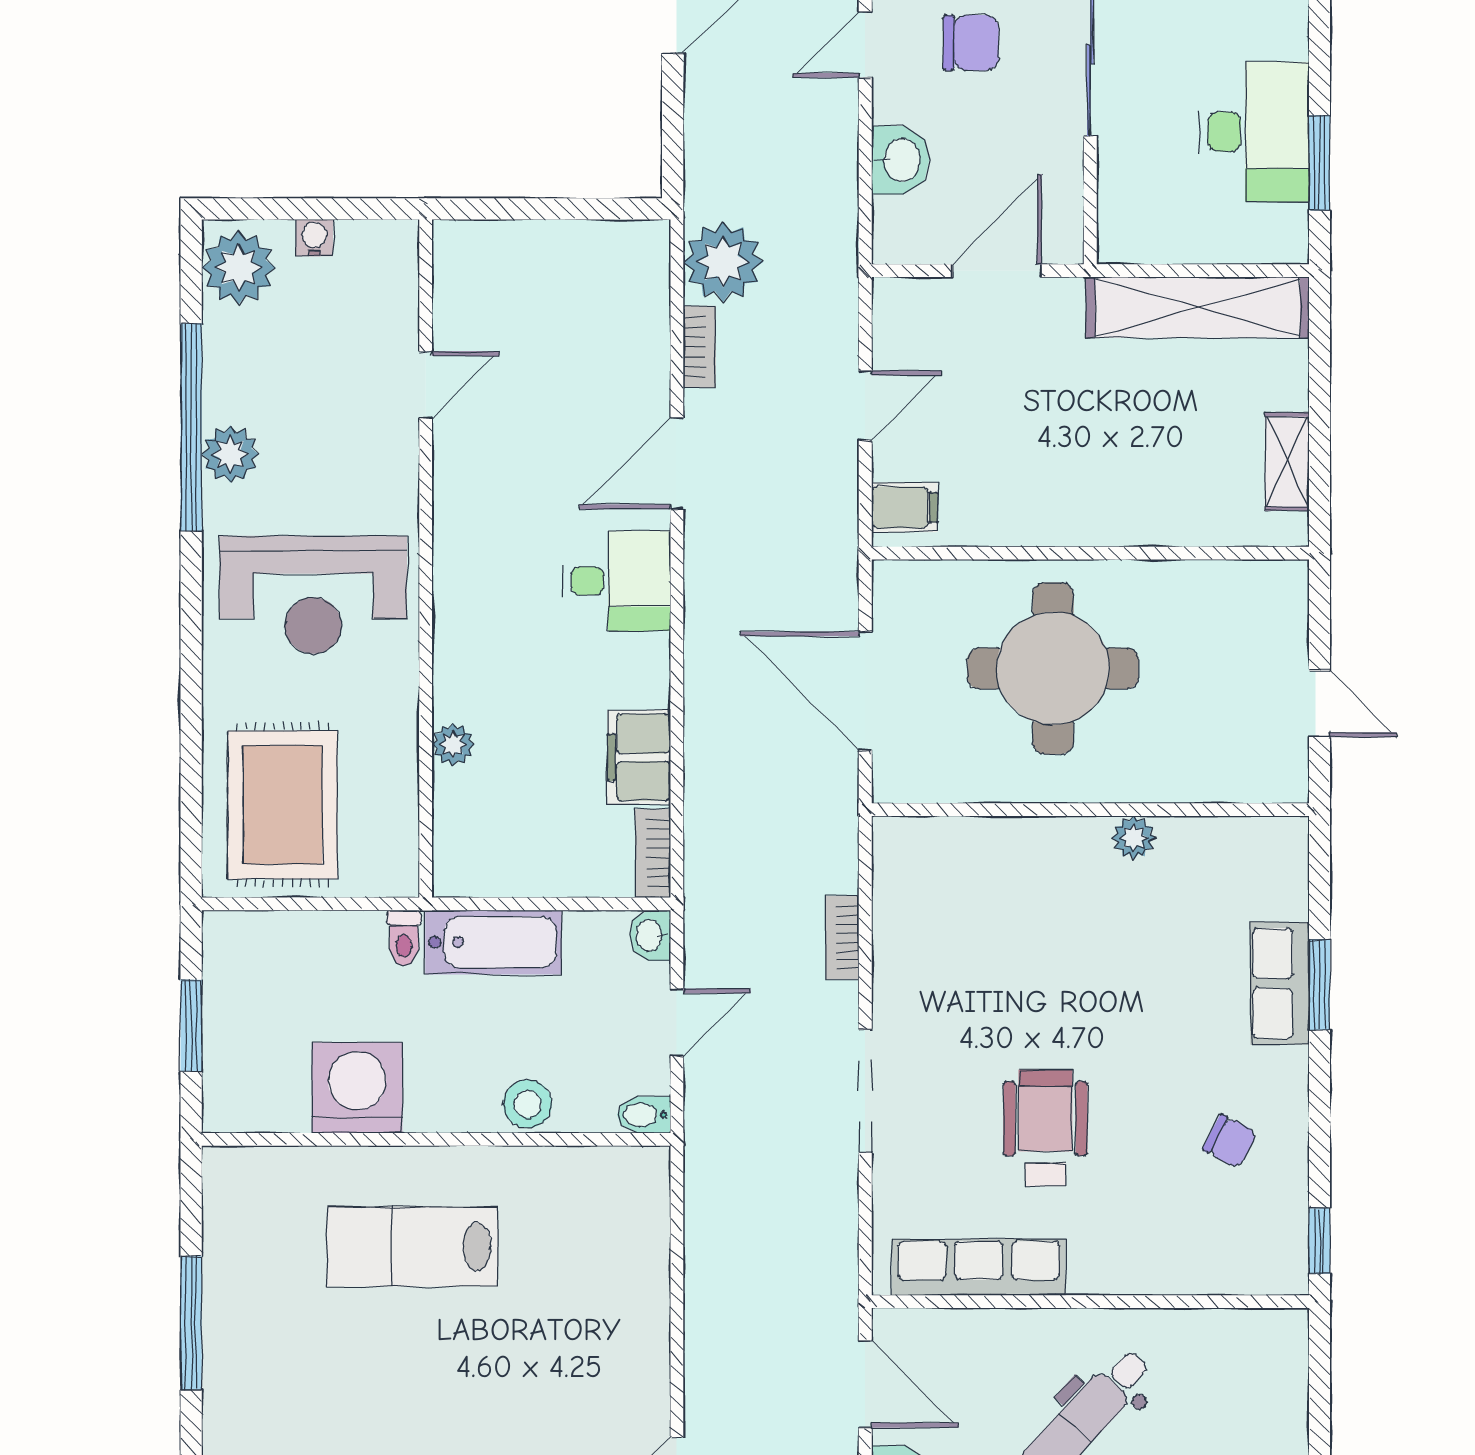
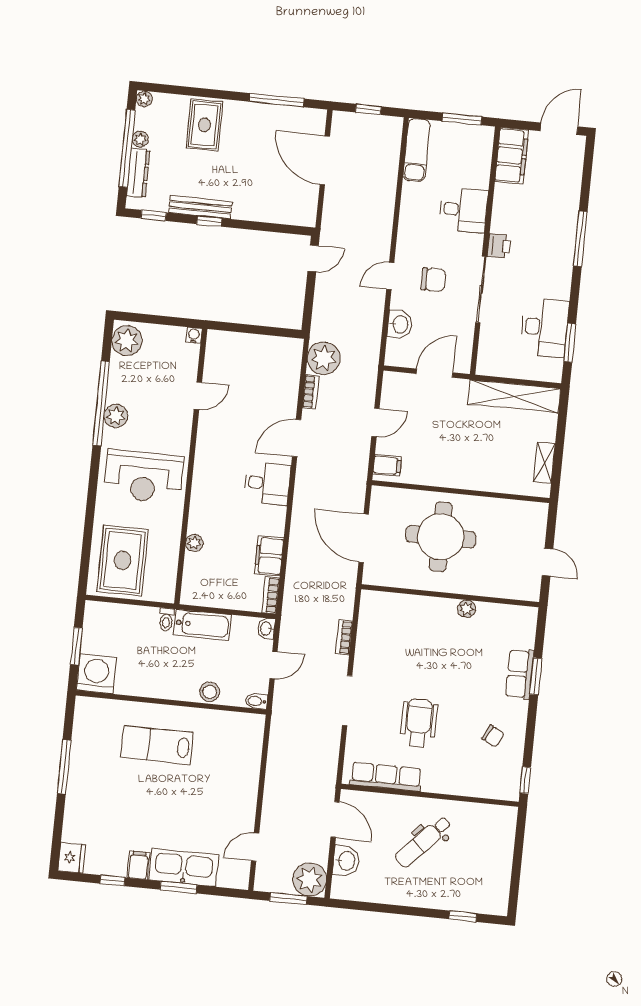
water cooler: (314, 238) -> (194, 335), moved
washing machine: (357, 1088) -> (96, 674), moved

